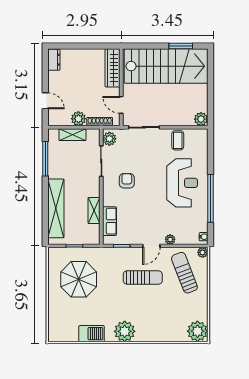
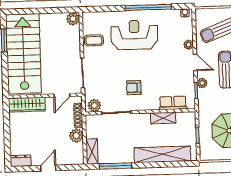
door: (45, 101) -> (48, 168), moved
shelving: (72, 135) -> (92, 151), moved
plant: (203, 252) -> (202, 83), moved

